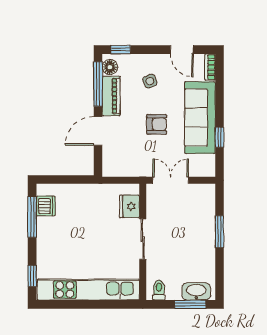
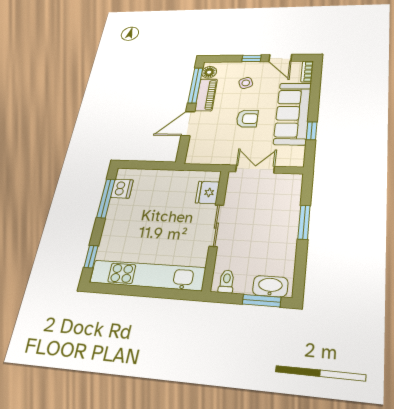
window: (121, 50) -> (251, 58), moved

